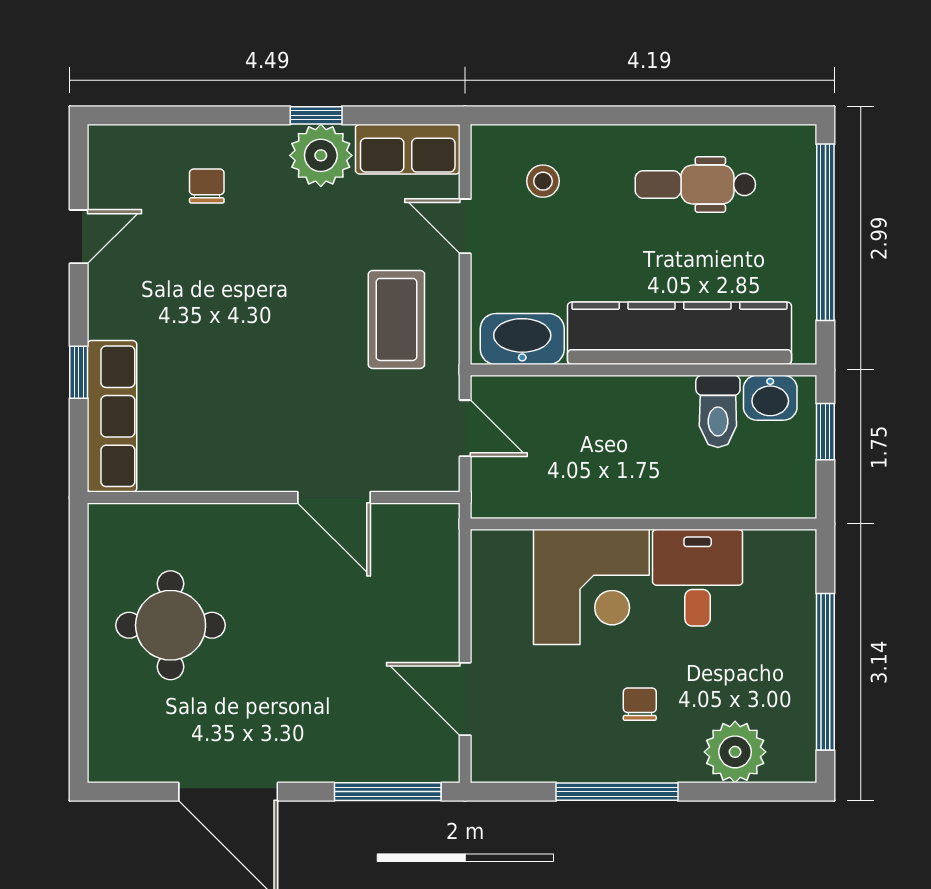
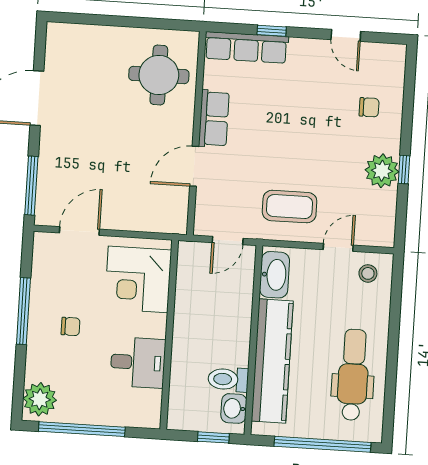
row of seats: (408, 149) -> (214, 119), moved, turned 180
stool: (543, 181) -> (368, 273), moved
dental chair: (695, 184) -> (353, 375), width x1.36, depth x1.38
corner desk: (591, 587) -> (138, 279), moved
round table: (171, 625) -> (159, 75), moved
plant: (735, 752) -> (40, 399), moved

